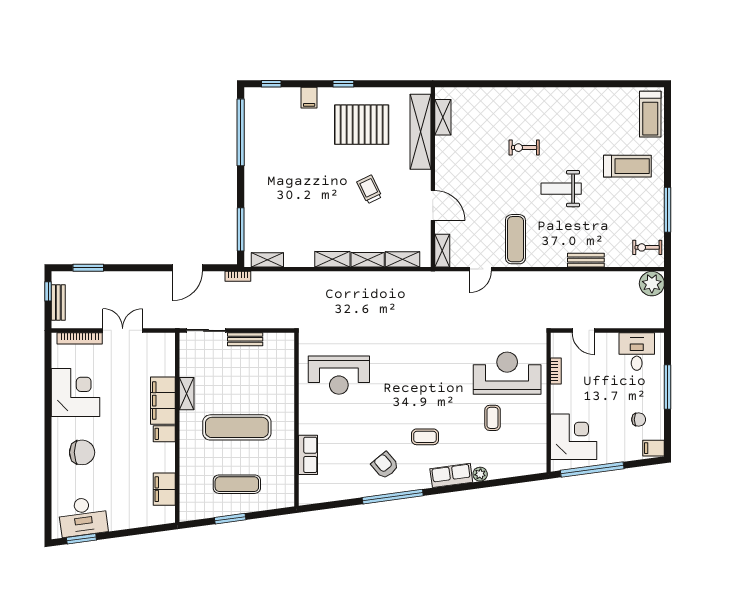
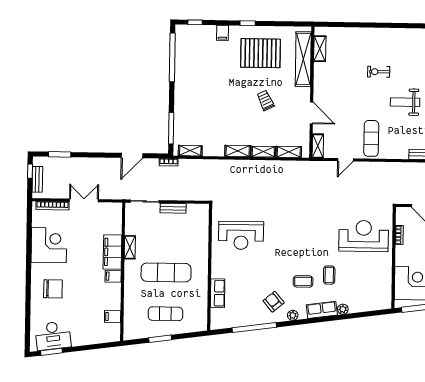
coffee table: (493, 418) -> (329, 275), moved
plant: (411, 483) -> (293, 315), added
filing cabinet: (164, 489) -> (113, 317), width x0.50
window: (393, 497) -> (254, 328), moved

